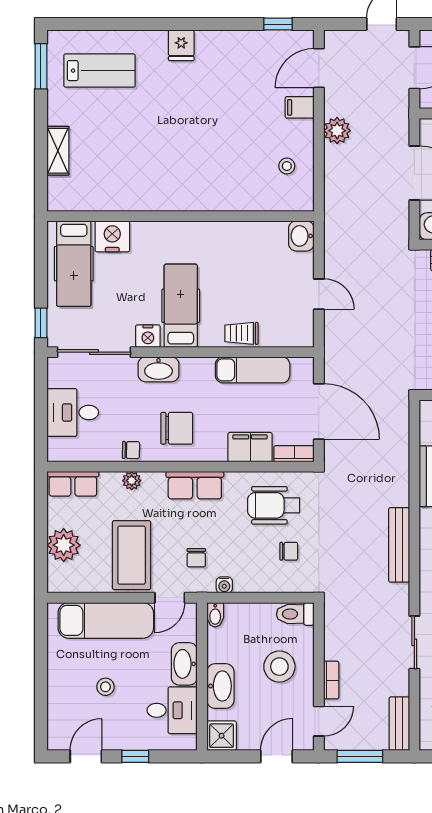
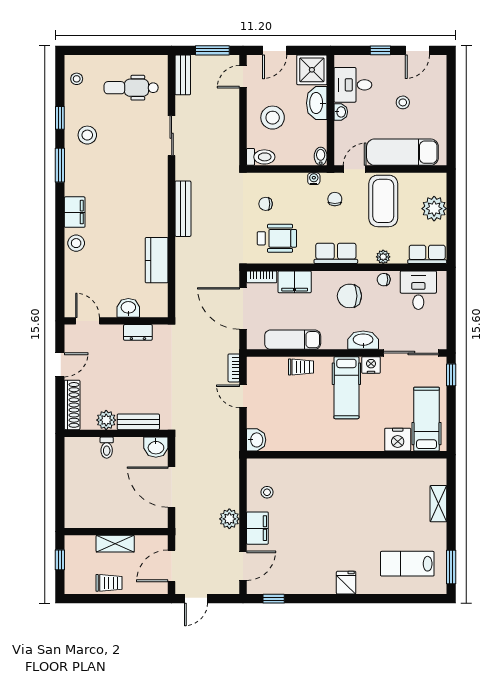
filing cabinet: (300, 107) -> (257, 528), width x2.00
desk: (73, 412) -> (418, 290), moved, turned -90
washbasin: (184, 664) -> (341, 112), width x0.52, depth x0.69
bookcase: (331, 680) -> (234, 368), moved
shower: (222, 736) -> (312, 70), width x1.36, depth x1.36

